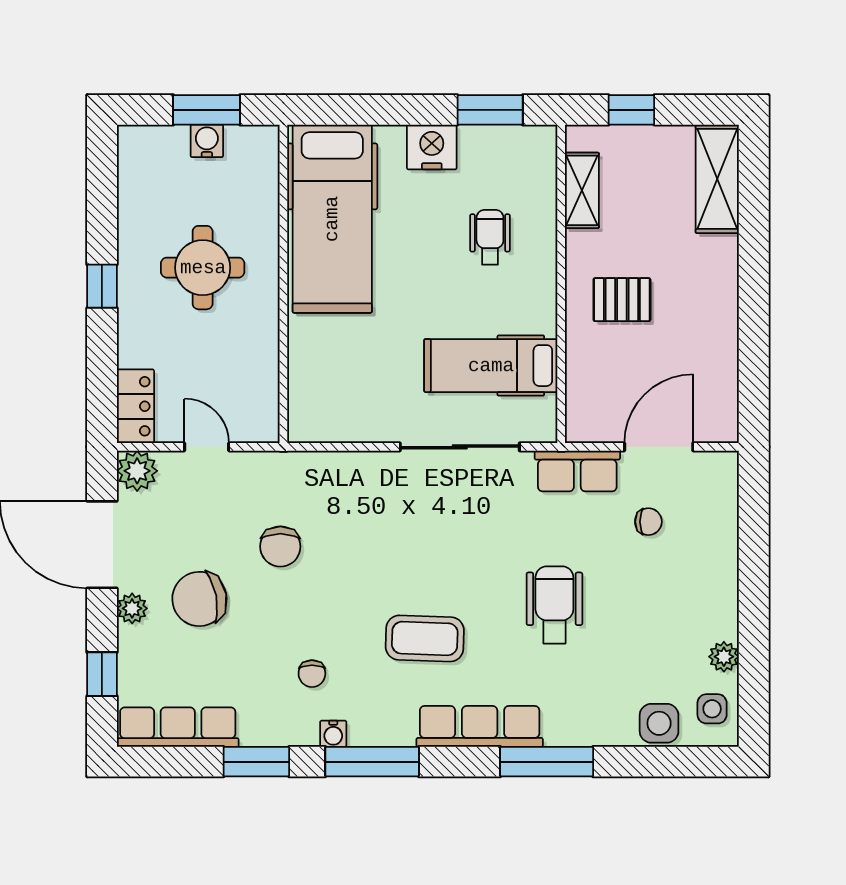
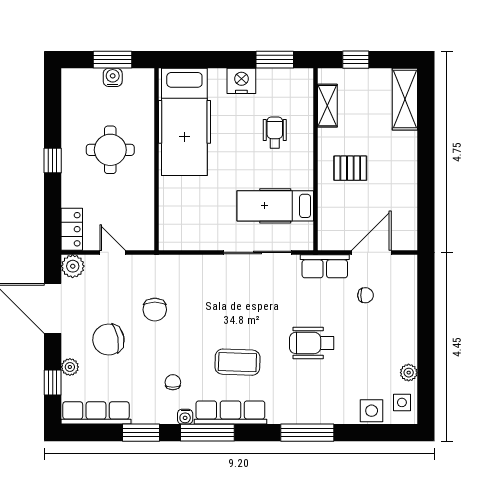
wheelchair: (554, 605) -> (312, 343), turned -90
plant: (132, 608) -> (70, 367), moved
chair: (312, 674) -> (173, 382), turned 180
row of seats: (480, 726) -> (230, 412), moved

